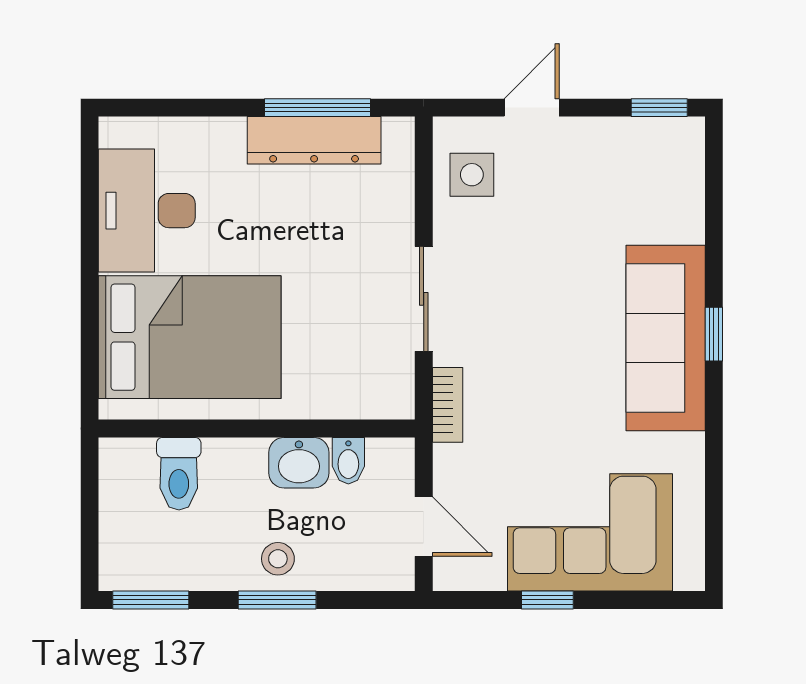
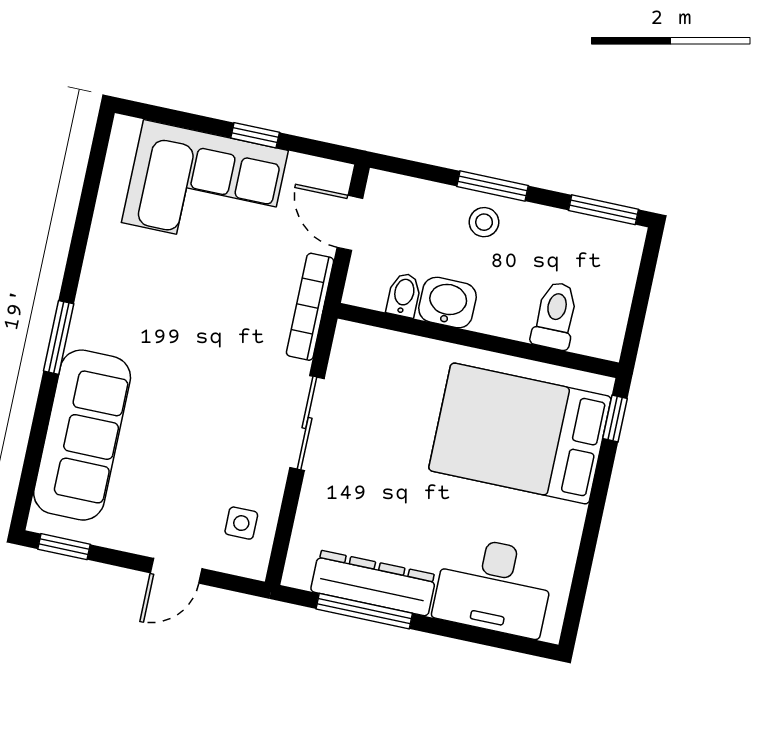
side table: (472, 175) -> (241, 523), width x0.73, depth x0.73
desk: (147, 211) -> (494, 586), moved, turned 90
window: (714, 334) -> (59, 337), width x1.50
sofa: (666, 338) -> (82, 435), moved
window: (90, 376) -> (615, 419), added
bookcase: (448, 405) -> (310, 307), width x1.56

